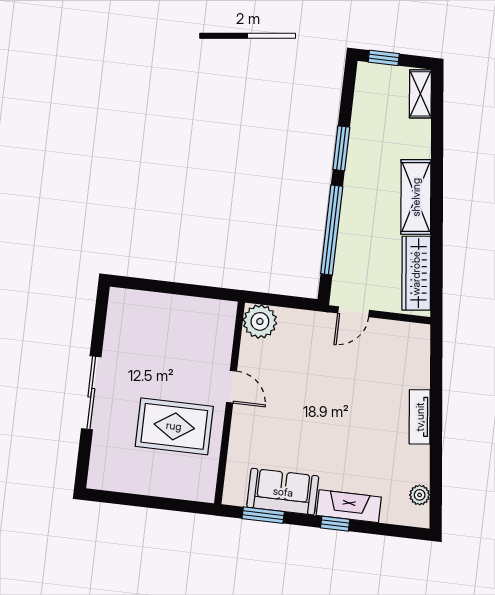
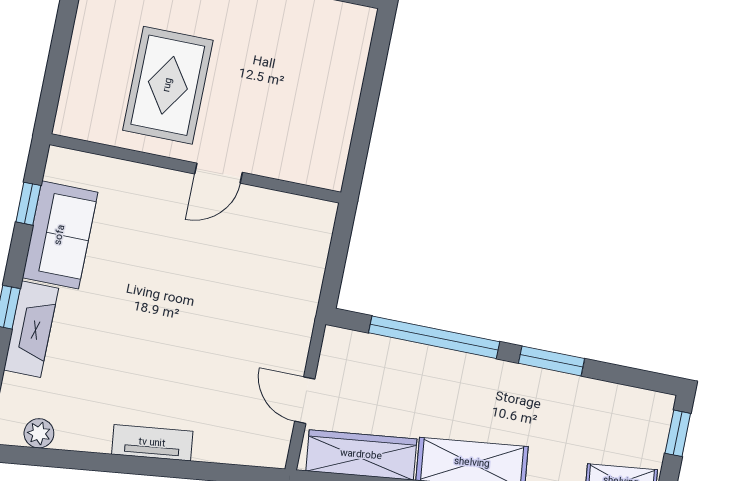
door: (354, 312) -> (305, 400), moved
plant: (260, 321) -> (310, 222), removed
window: (263, 515) -> (28, 204), width x0.67

